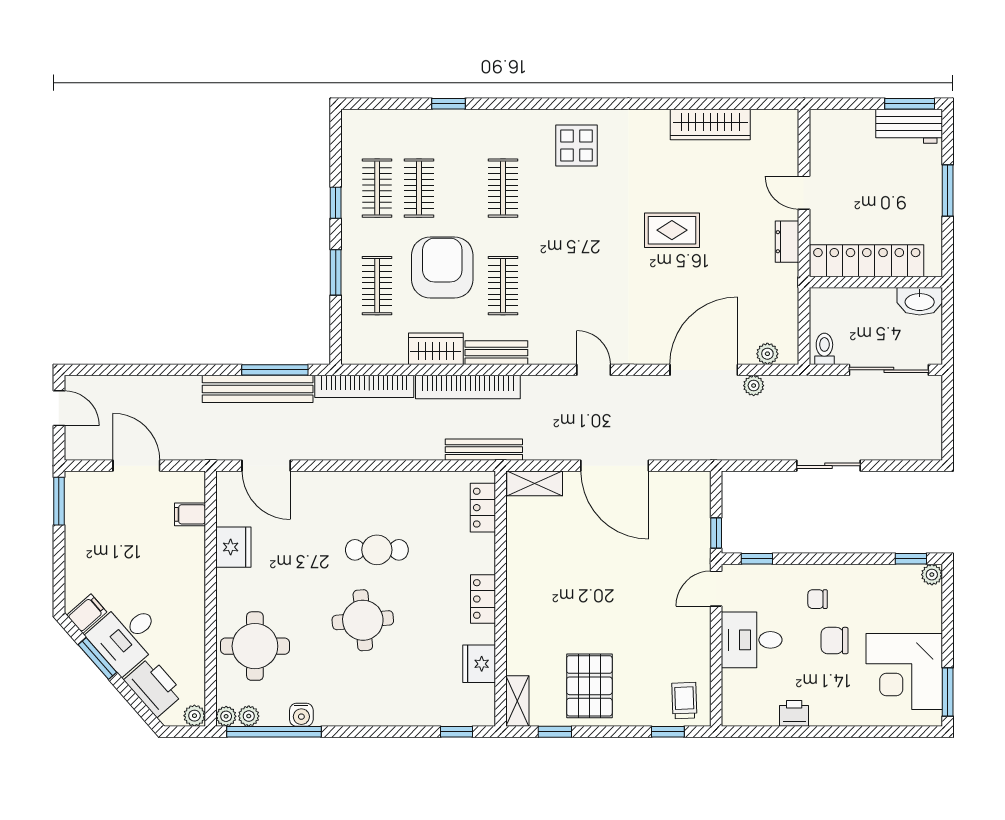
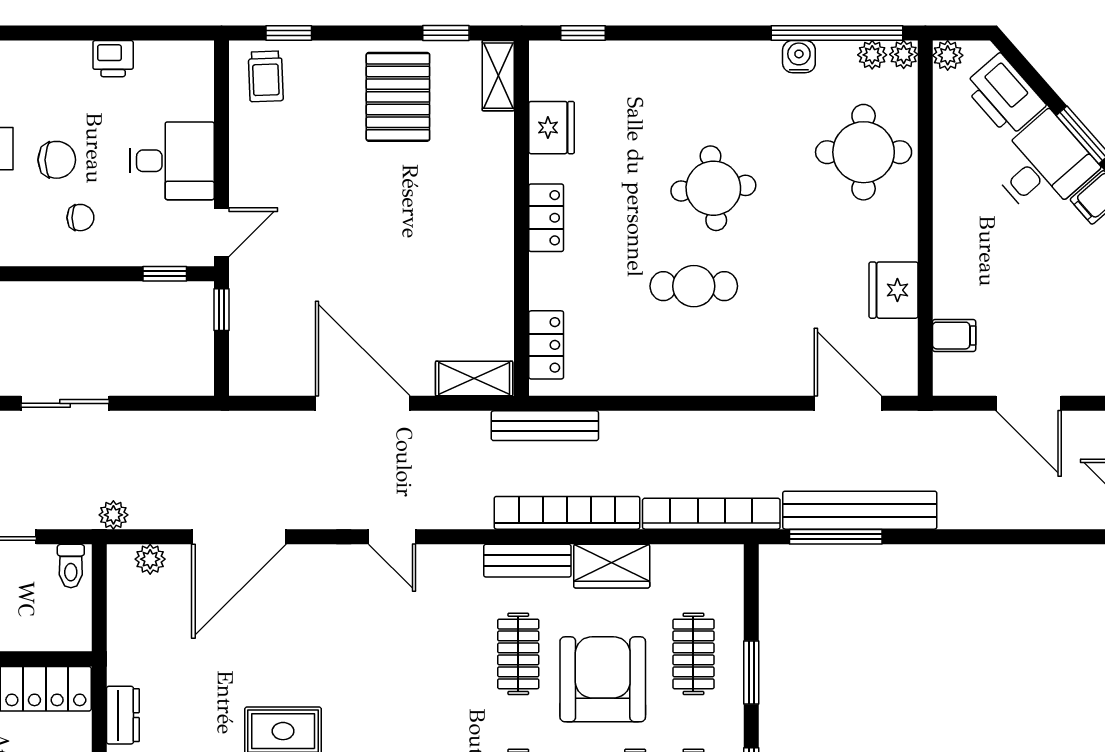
armchair: (442, 267) -> (603, 679), turned 180
plant: (754, 386) -> (113, 515), moved

